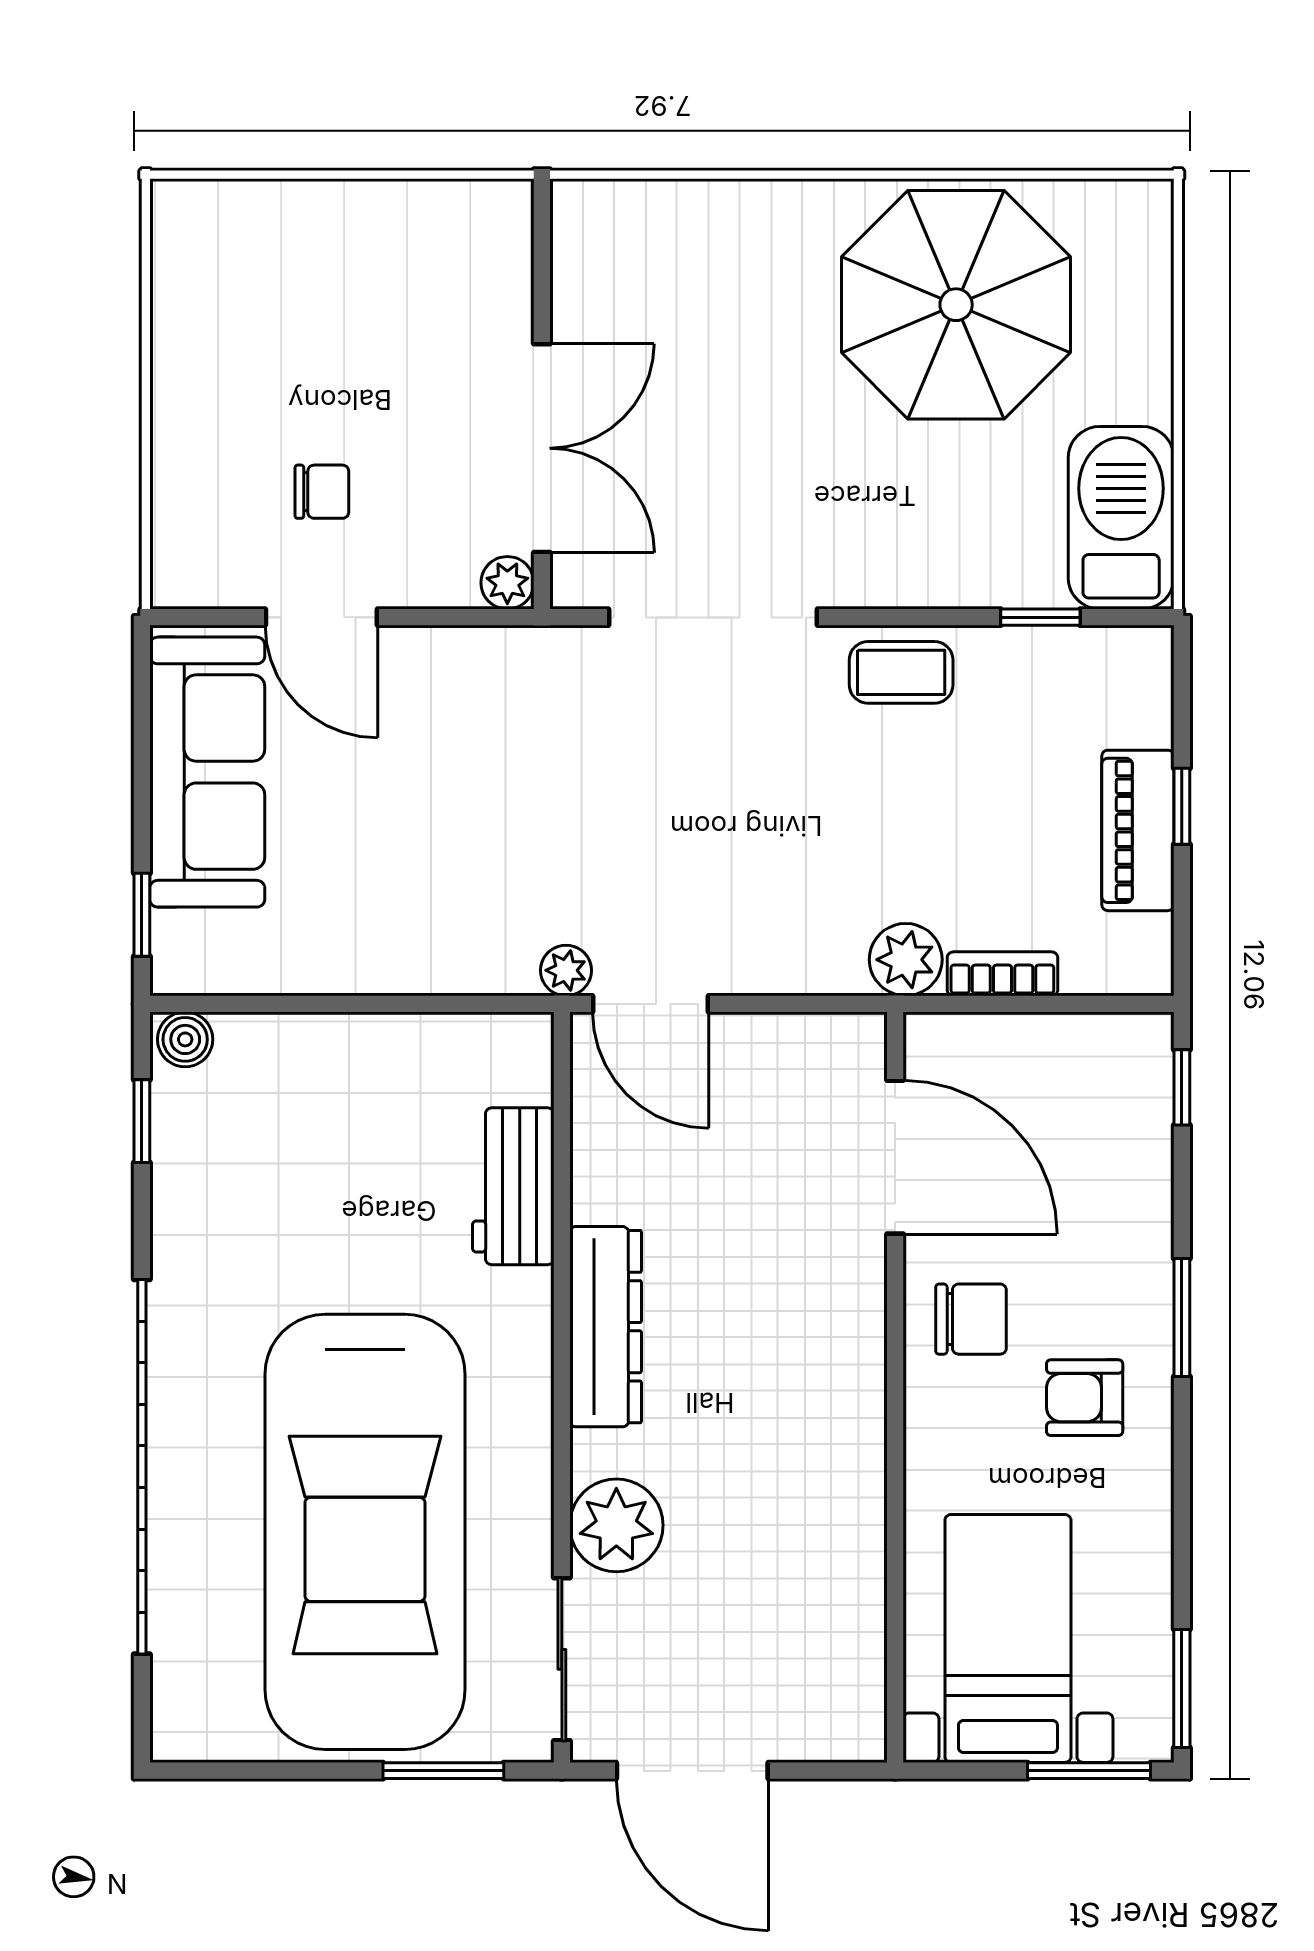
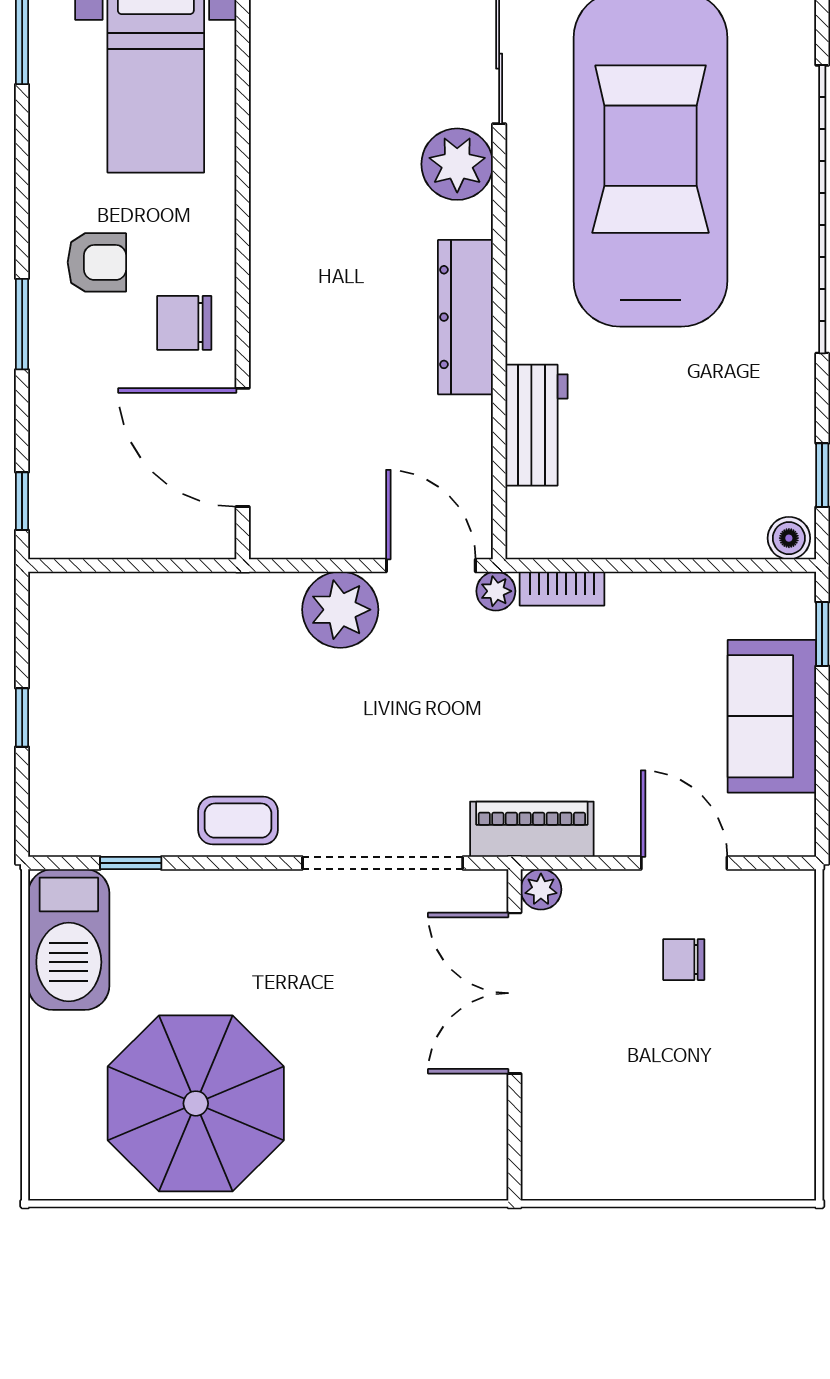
sofa: (207, 772) -> (772, 716), width x0.73
piano: (1138, 830) -> (532, 829), moved, turned -90
plant: (906, 960) -> (340, 610), moved, width x1.36, depth x1.36
bookcase: (1002, 974) -> (562, 589), moved

